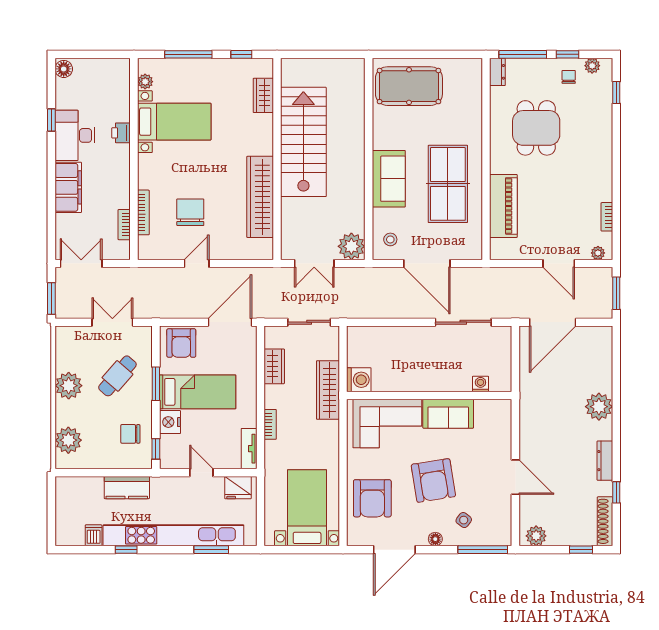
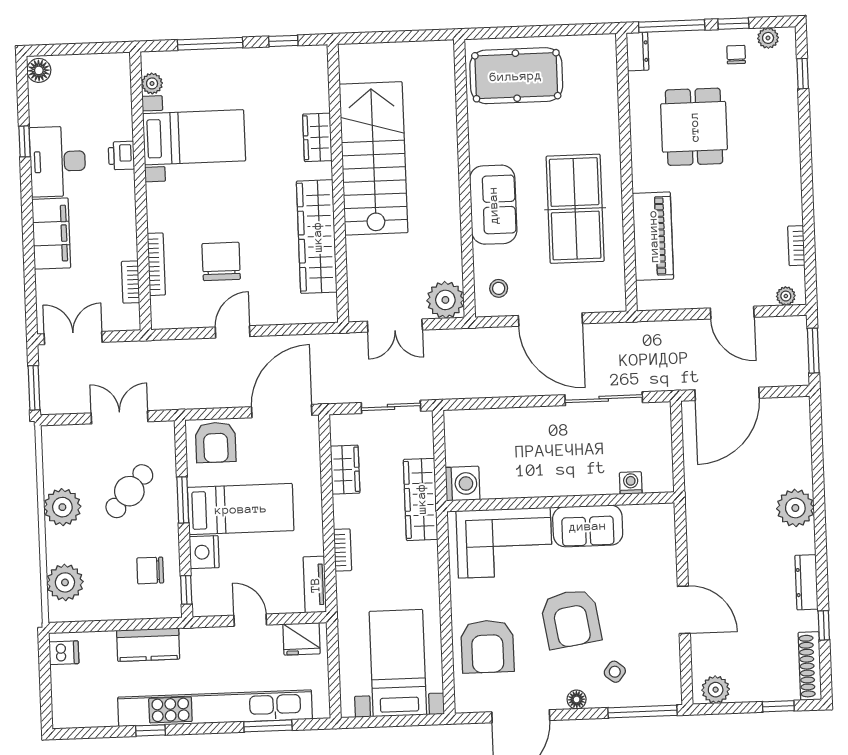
wardrobe: (263, 95) -> (317, 137), moved
dishwasher: (94, 535) -> (64, 653), moved, turned 90

